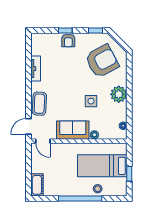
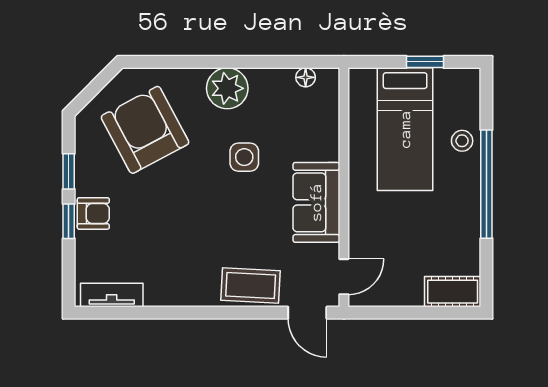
window: (96, 30) -> (69, 171), moved
tv unit: (36, 69) -> (112, 295), moved
plant: (94, 135) -> (328, 149), removed

